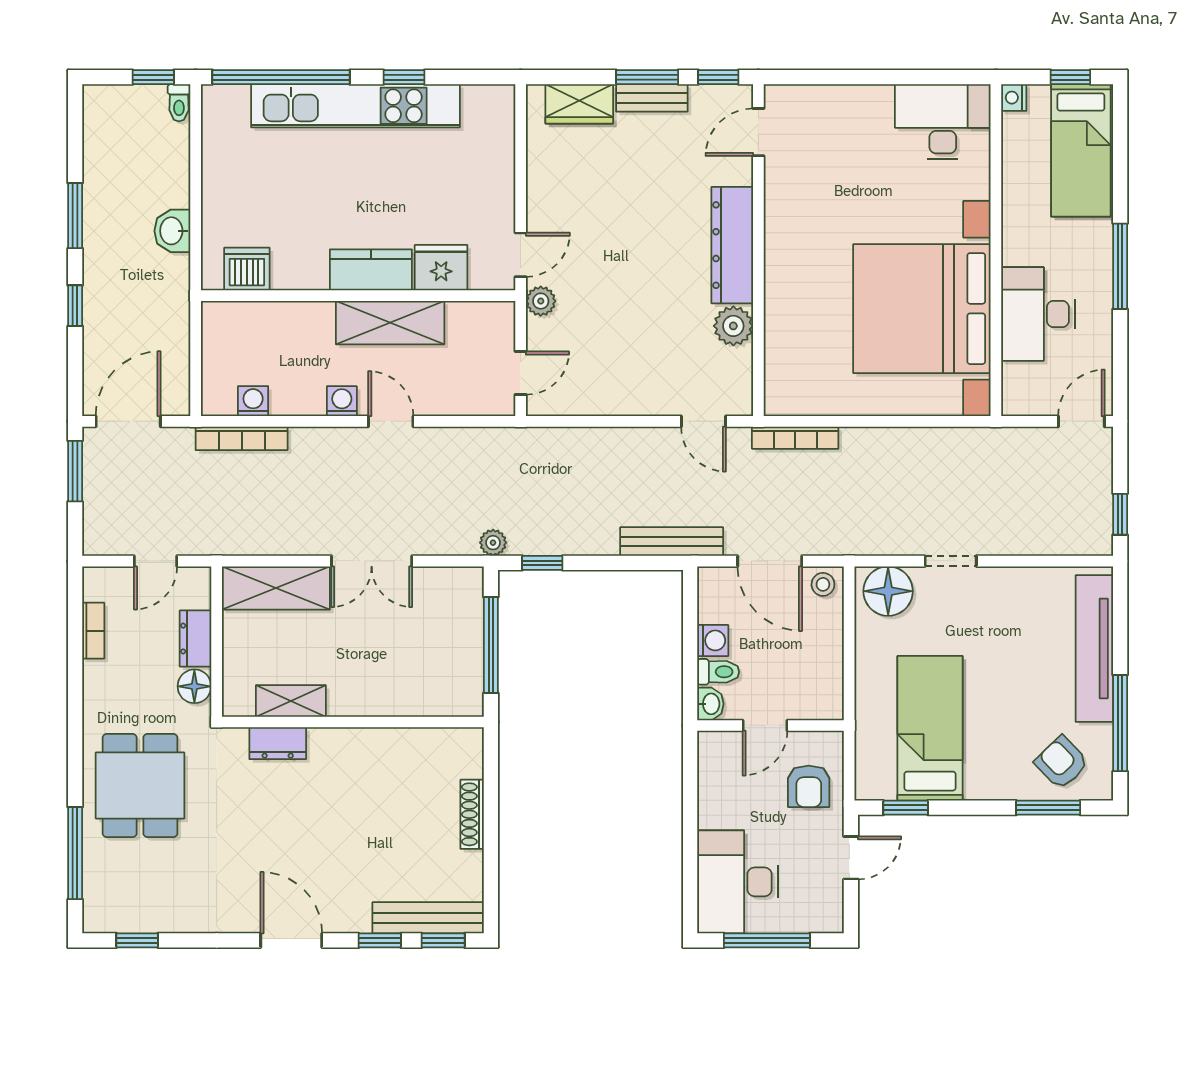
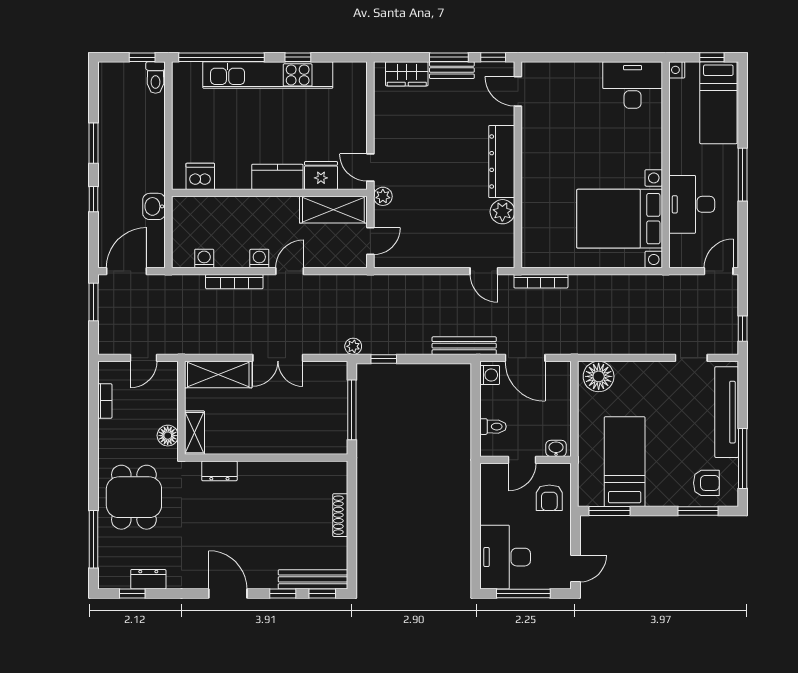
toilet: (179, 103) -> (156, 78), width x1.37, depth x1.39
door: (758, 132) -> (518, 91), hinge flipped
washbasin: (172, 231) -> (154, 206), moved
door: (521, 255) -> (370, 168), swing flipped
bed with nightstands: (922, 309) -> (620, 219), width x0.73
shelving: (390, 323) -> (333, 210), moved
door: (391, 421) -> (290, 271), hinge flipped
bookcase: (242, 438) -> (234, 282), moved
doorway: (951, 561) -> (691, 358), moved
stool: (823, 584) -> (558, 372), removed
dresser: (196, 639) -> (148, 579), moved, turned 90
washing machine: (713, 640) -> (490, 375), moved
shelving: (291, 701) -> (195, 433), moved, turned 90
washbasin: (710, 704) -> (556, 448), moved, turned -90
armchair: (1062, 763) -> (706, 483), turned 134
window: (906, 808) -> (609, 511), width x1.50
door: (851, 858) -> (575, 568), moved

